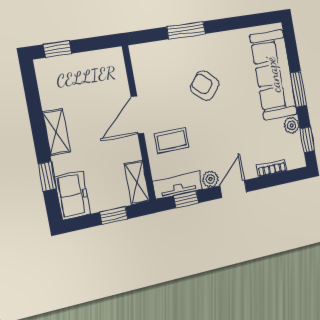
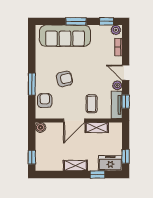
boiler: (114, 57) -> (40, 127), added
armchair: (162, 57) -> (45, 101), added
armchair: (205, 86) -> (64, 79), turned -144
door: (137, 115) -> (74, 120), hinge flipped
plant: (292, 125) -> (116, 30), moved
shelving: (137, 182) -> (97, 127), moved
window: (114, 215) -> (126, 156), moved

